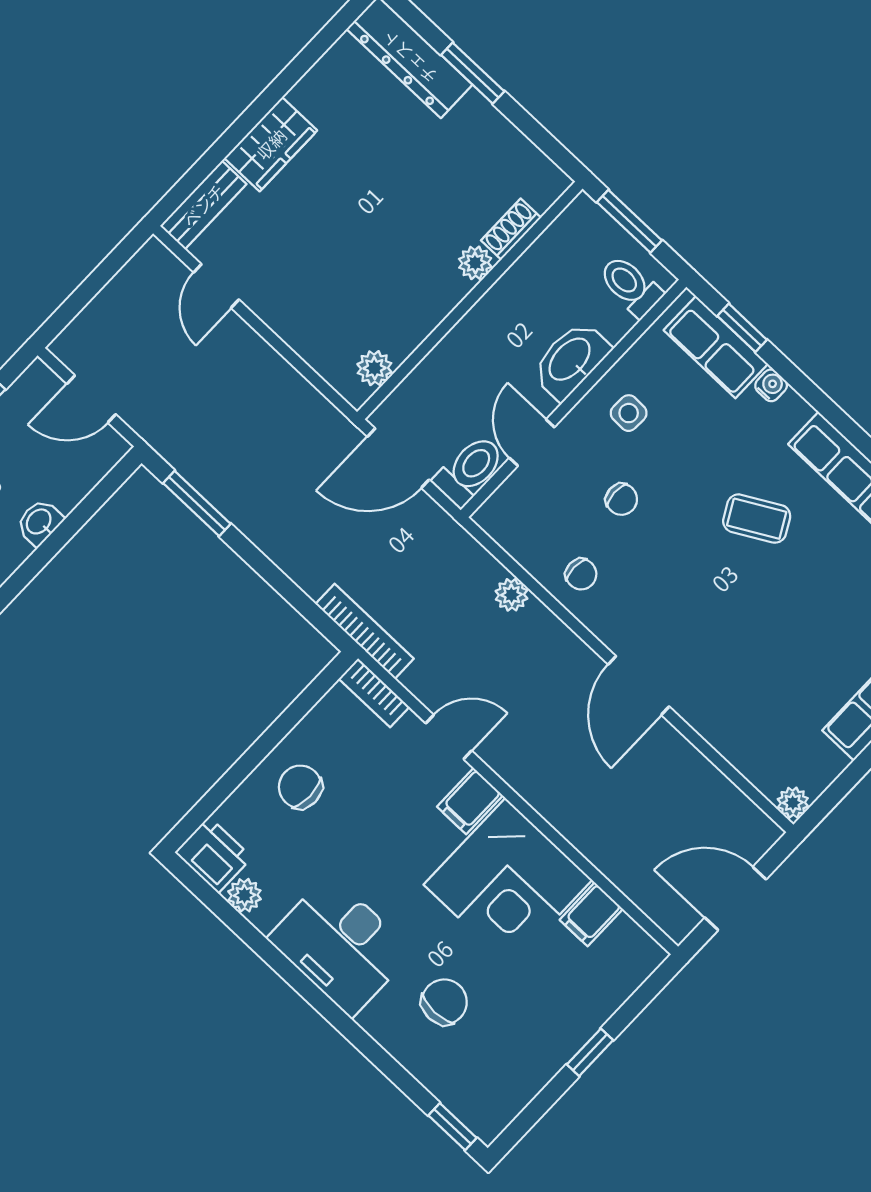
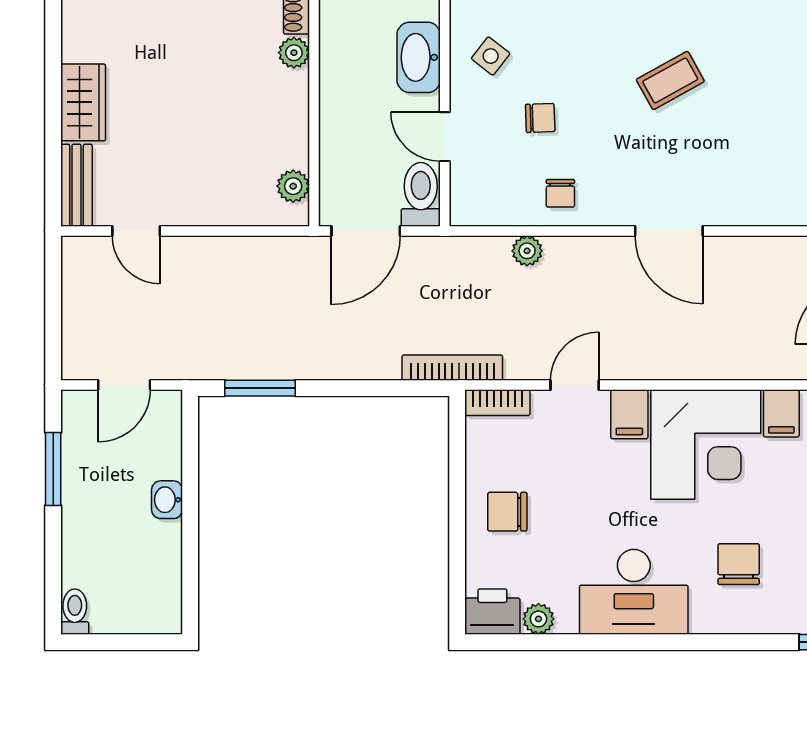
side table: (629, 413) -> (491, 56), turned 36
coffee table: (757, 519) -> (670, 80), moved
chair: (581, 574) -> (560, 193), turned 90

